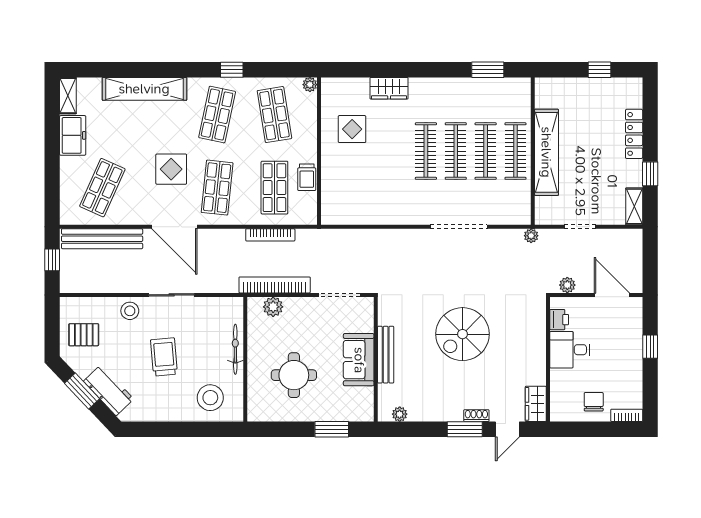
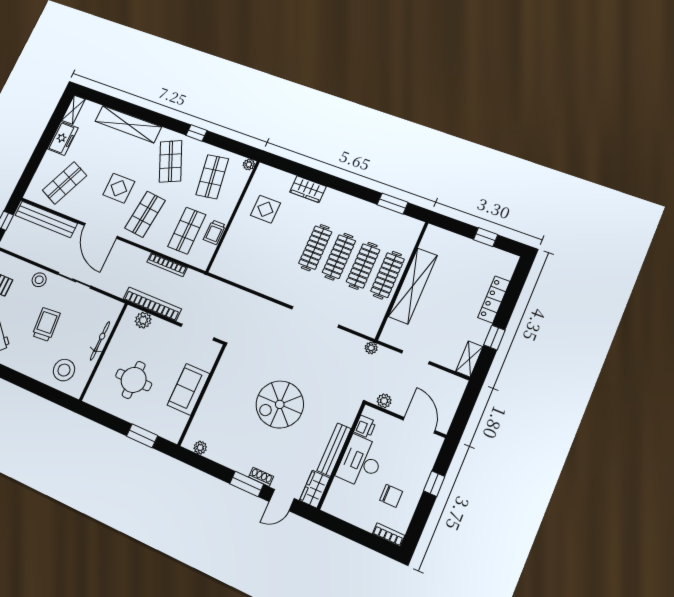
shop shelf: (217, 115) -> (171, 161), turned -36
desk: (570, 350) -> (361, 462), width x1.37
bench: (386, 355) -> (334, 450), moved
chair: (594, 402) -> (391, 496), moved, turned 90

